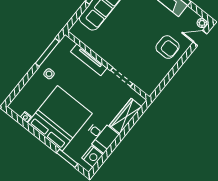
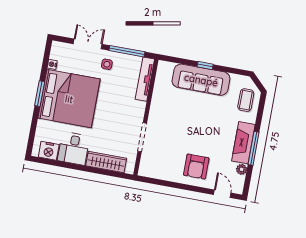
plant: (202, 23) -> (242, 169), moved
tv unit: (89, 60) -> (145, 79), moved
double door: (25, 80) -> (88, 44), added
window: (67, 158) -> (40, 94), moved

